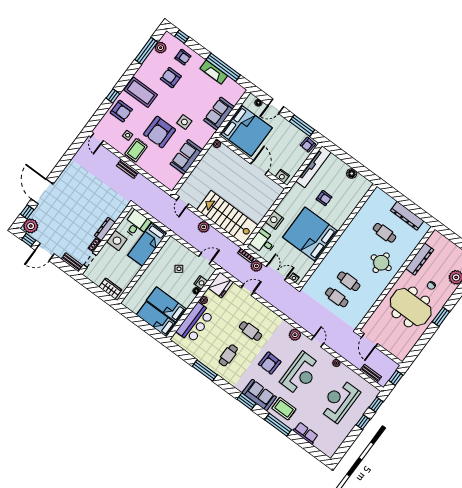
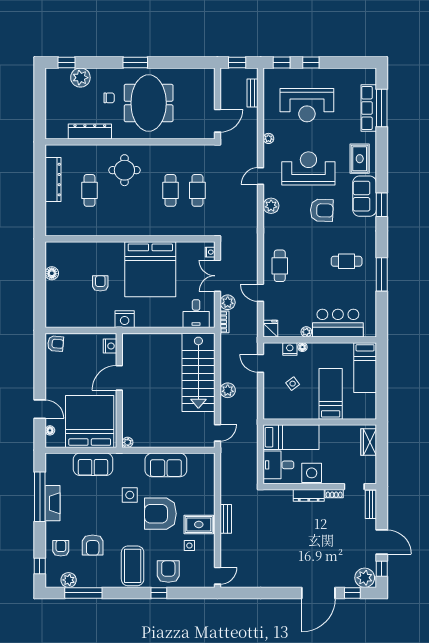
window: (302, 126) -> (40, 365), removed
armchair: (160, 132) -> (160, 514), turned 180
tv unit: (313, 167) -> (75, 320), removed
nightstand: (275, 220) -> (125, 319), moved
fridge: (221, 285) -> (270, 329), width x0.53, depth x0.75
bed: (167, 305) -> (331, 394), moved, turned 180
cafe table: (251, 331) -> (280, 266), moved
window: (278, 425) -> (382, 108), moved
row of seats: (306, 433) -> (369, 108), width x1.48

